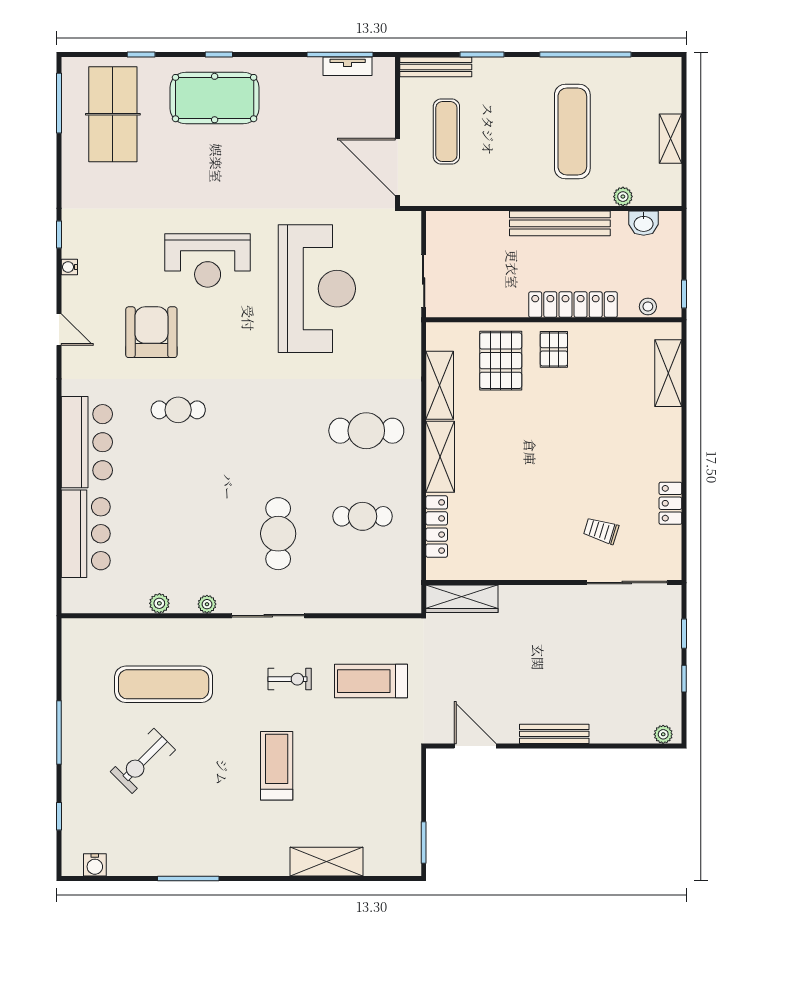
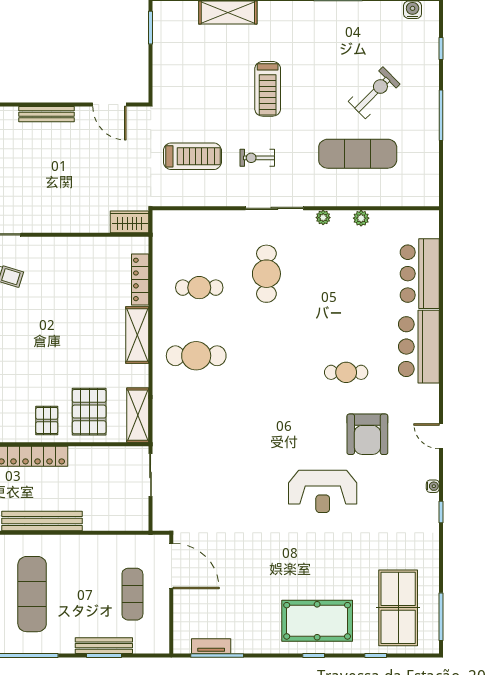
bench: (436, 67) -> (104, 646), moved
reception desk: (208, 260) -> (323, 491), turned 180
reception desk: (317, 289) -> (236, 469), removed
shelving: (440, 385) -> (138, 415), moved
wardrobe: (462, 599) -> (130, 222), width x0.67

